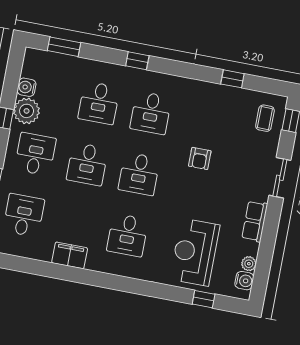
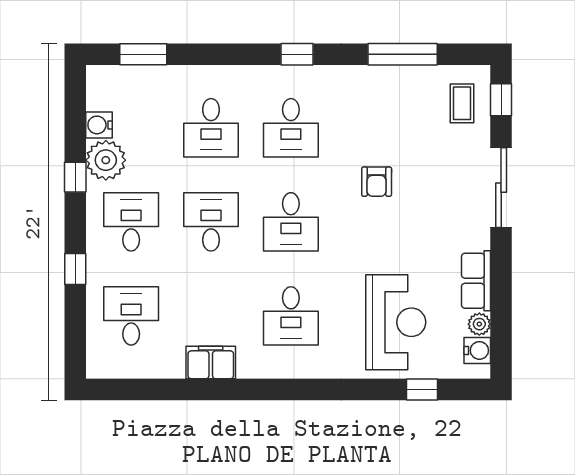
window: (137, 61) -> (297, 54), moved
window: (232, 79) -> (403, 54), width x2.17
desk: (87, 164) -> (211, 222), turned 180
sliding door: (280, 178) -> (501, 188), width x1.37
row of seats: (255, 221) -> (476, 281), moved
reception desk: (195, 252) -> (396, 322), turned 180

